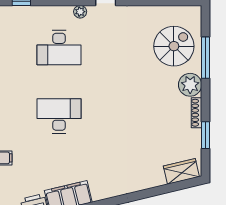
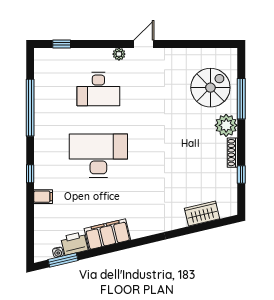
desk: (59, 116) -> (98, 156), width x1.36, depth x1.30
window: (206, 135) -> (241, 174), width x0.67
wardrobe: (181, 171) -> (202, 214), moved

